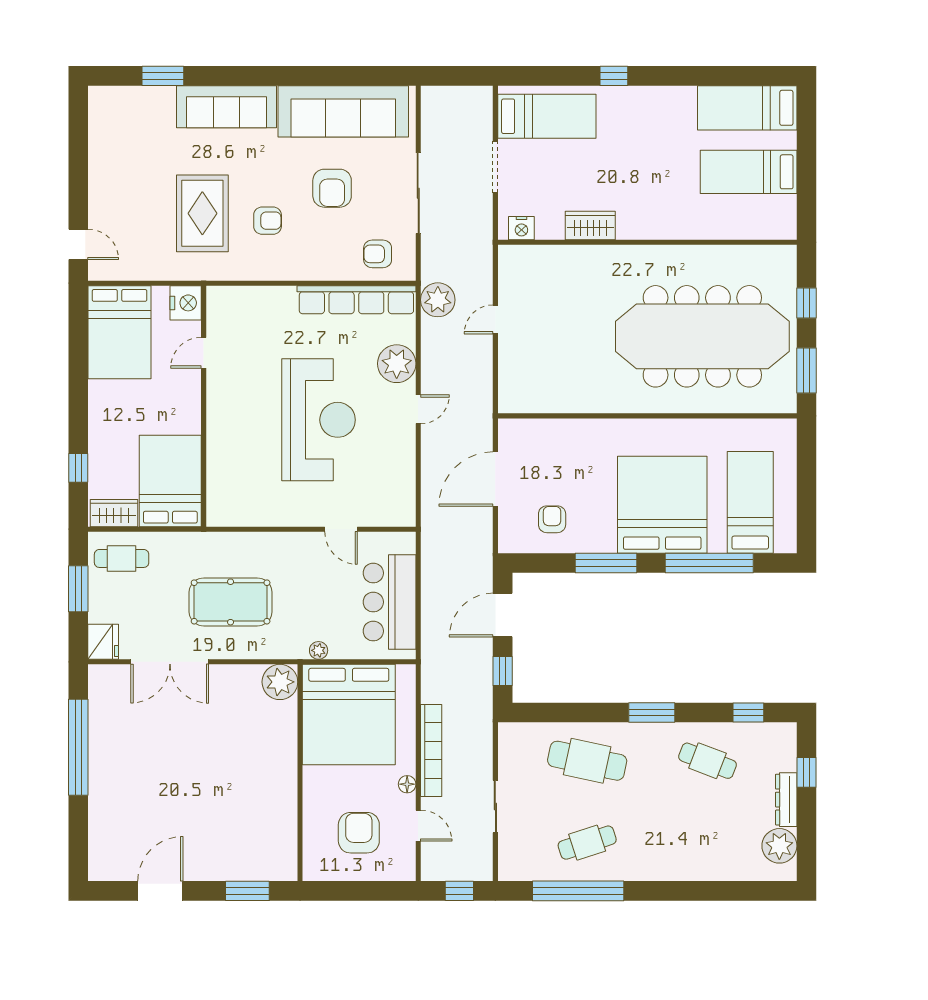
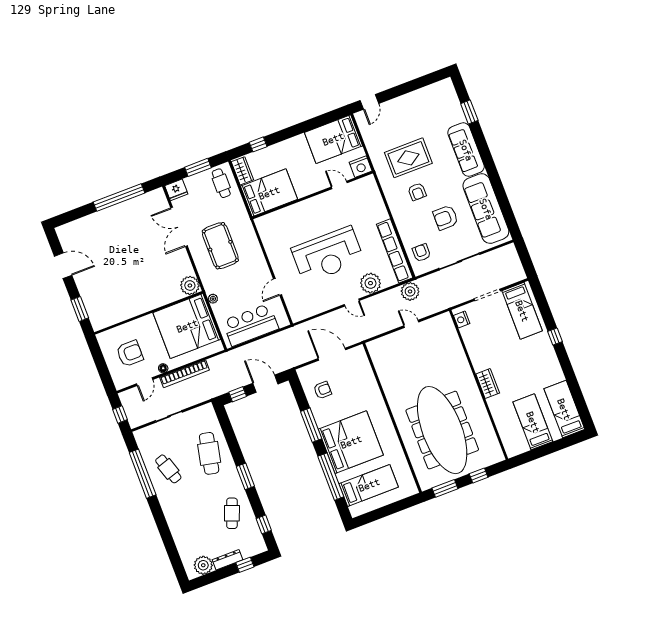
wardrobe: (590, 225) -> (488, 383), moved

